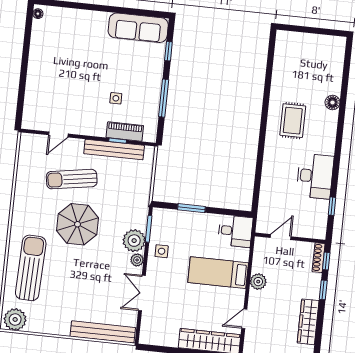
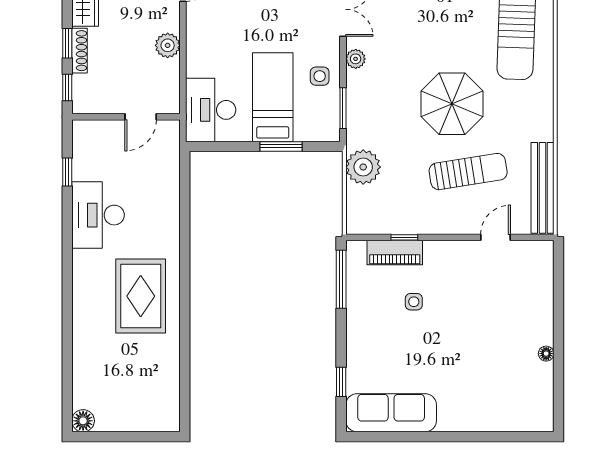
floor lamp: (38, 14) -> (546, 354), moved
window: (164, 98) -> (341, 279), moved
floor lamp: (333, 102) -> (83, 421), moved
rug: (293, 121) -> (141, 296), width x1.36, depth x1.43
bench: (114, 150) -> (542, 188), moved, turned 90
desk: (235, 231) -> (211, 110), width x1.37
plant: (134, 241) -> (363, 167), moved
shoe rack: (319, 258) -> (79, 51), moved
bed: (218, 273) -> (273, 97), moved, turned -90

